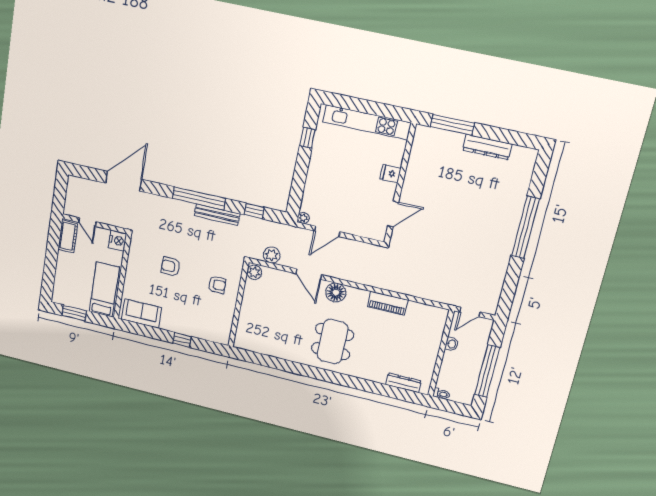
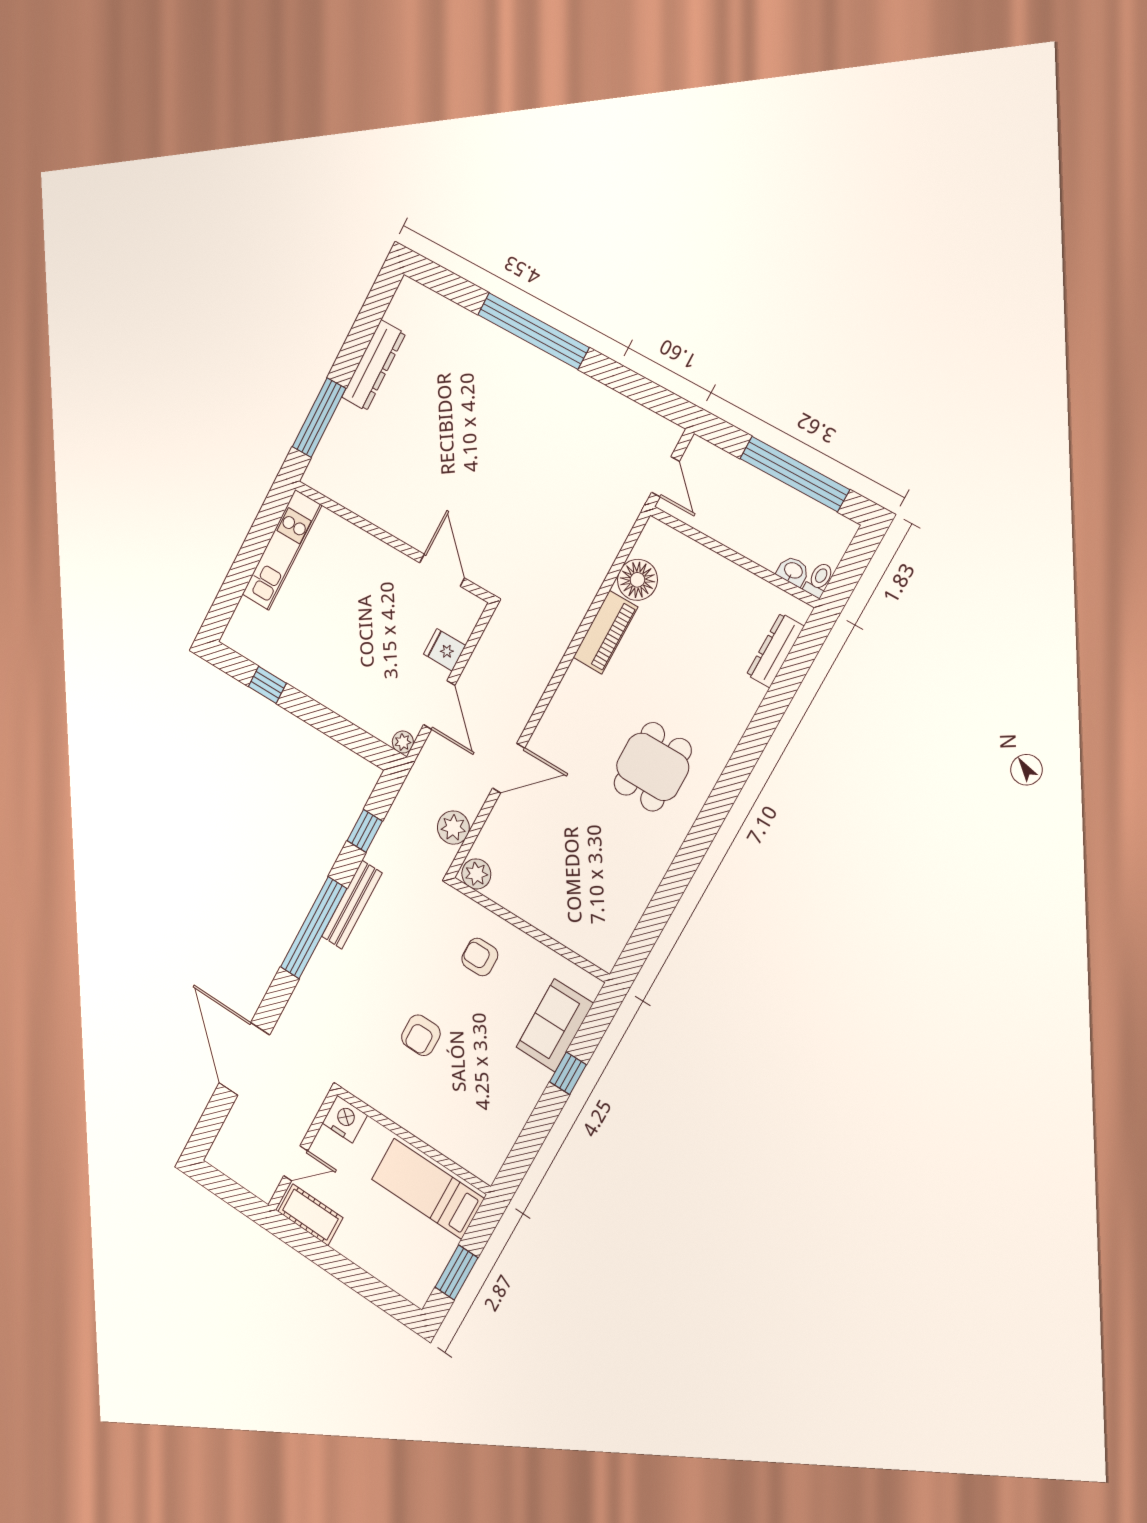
kitchen unit: (367, 122) -> (282, 550), width x0.73
fridge: (390, 174) -> (445, 650), moved, turned 90
armchair: (217, 285) -> (480, 957), turned -90
floor lamp: (336, 293) -> (637, 580), moved
sofa: (142, 314) -> (555, 1025), moved
dining table: (333, 342) -> (653, 767), width x0.73
washbasin: (451, 344) -> (793, 571), moved

